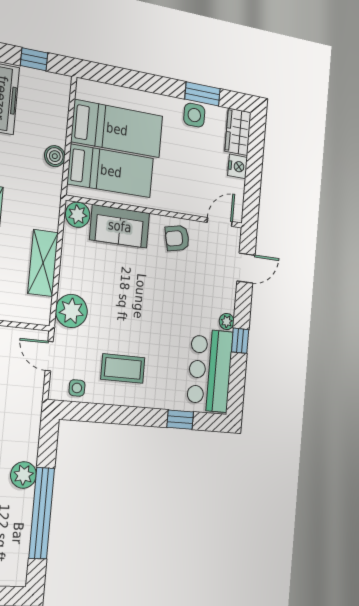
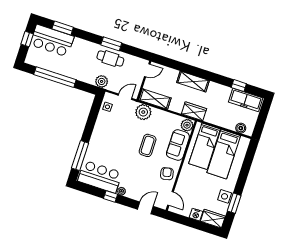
window: (34, 59) -> (261, 120), removed
boiler: (55, 156) -> (241, 128), moved
wardrobe: (47, 205) -> (194, 111), added
shelving: (43, 263) -> (155, 99), moved
door: (246, 268) -> (145, 208), swing flipped
coffee table: (123, 368) -> (148, 145), moved
window: (180, 420) -> (80, 156), width x2.17
plant: (24, 475) -> (102, 81), moved

